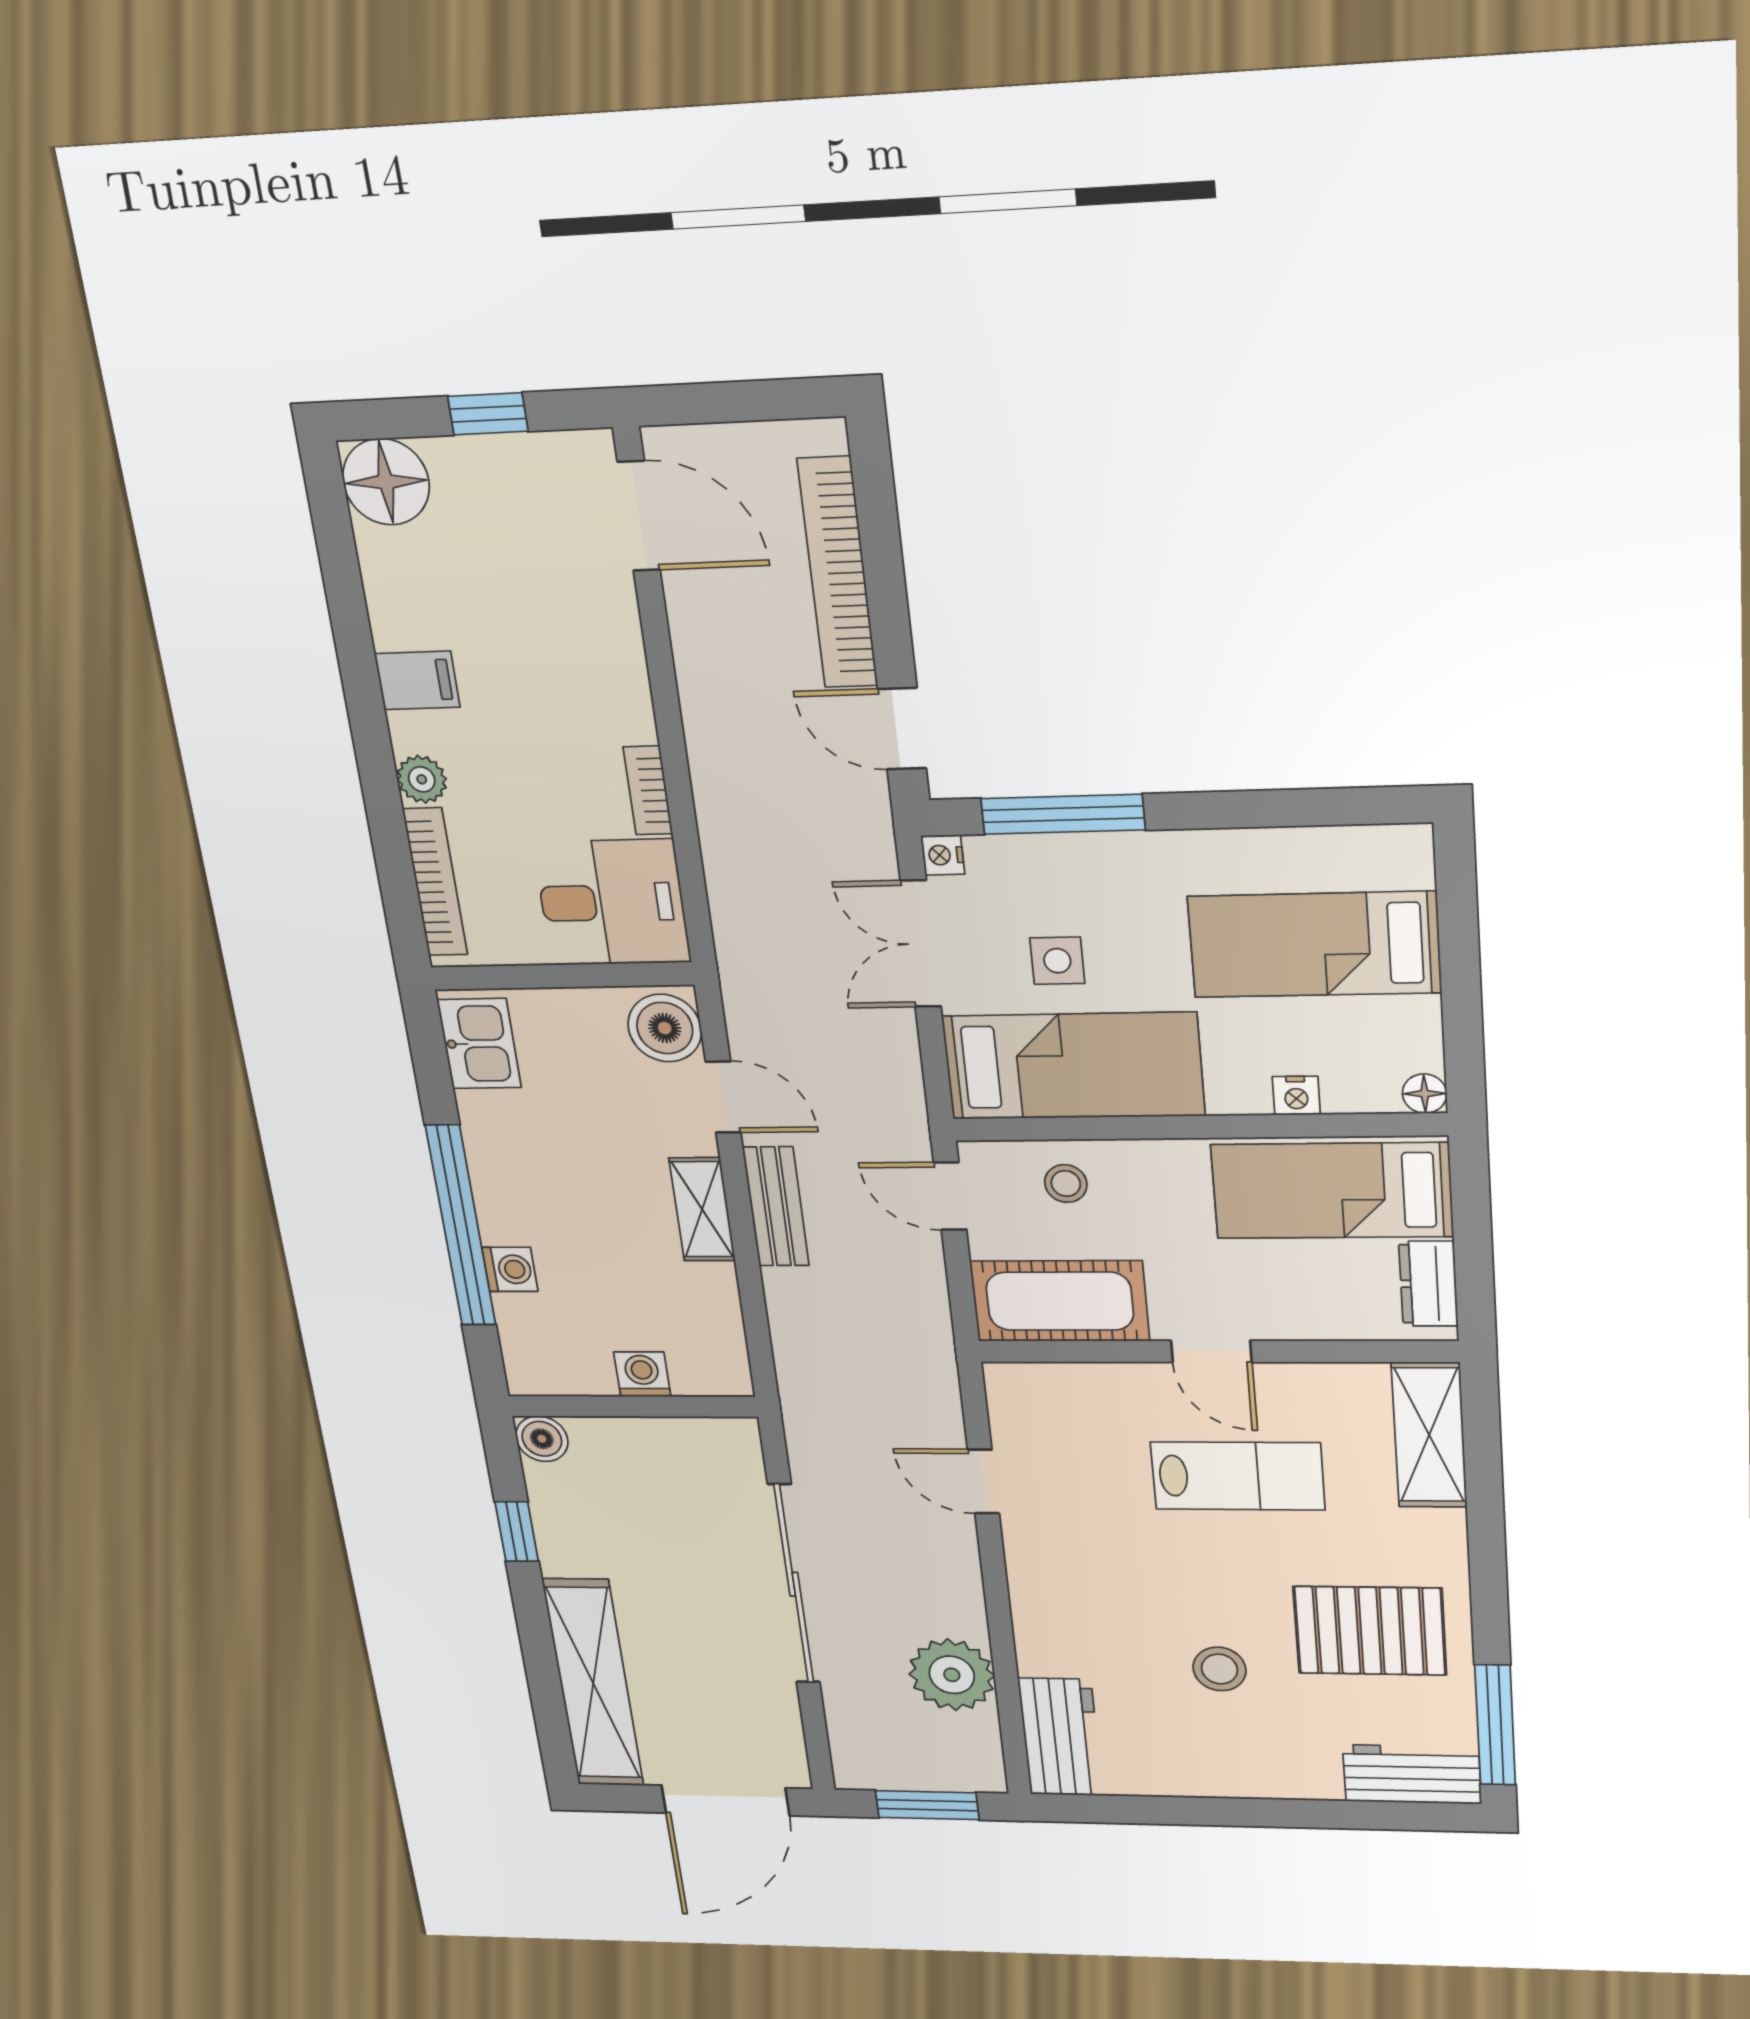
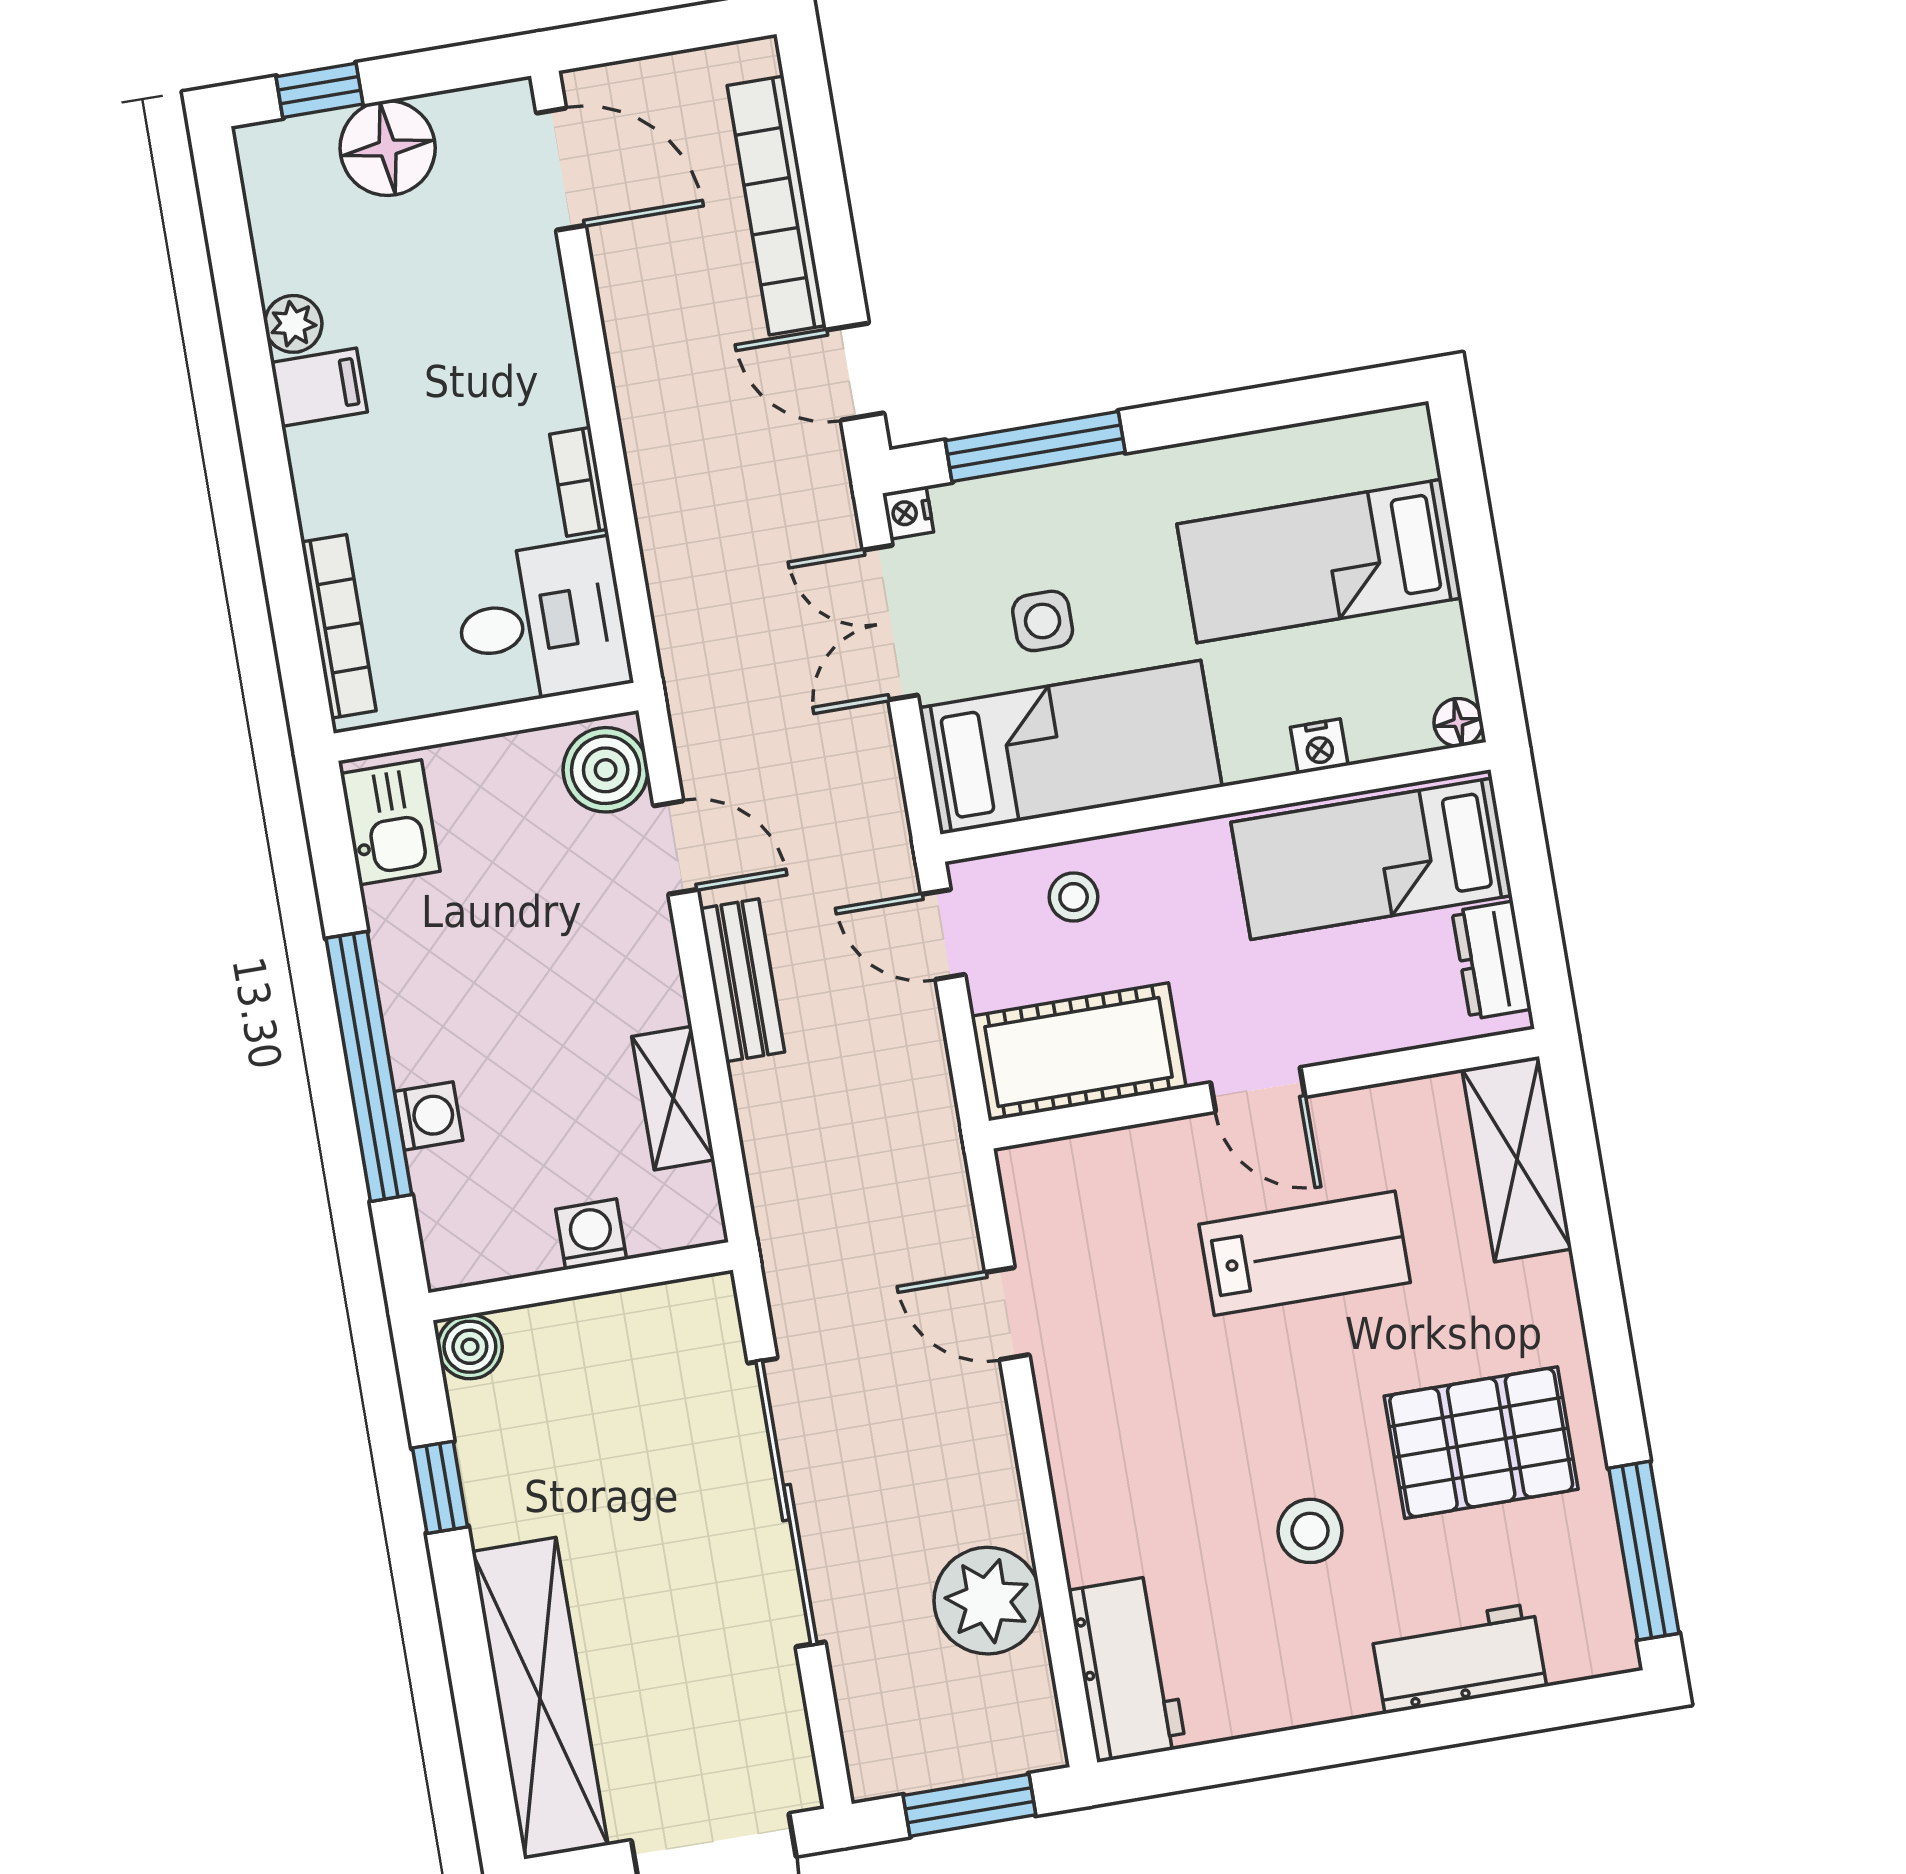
window: (488, 414) -> (319, 90), moved
floor lamp: (386, 482) -> (388, 148), moved
plant: (422, 779) -> (293, 324), moved
shelving: (702, 1209) -> (673, 1098), moved
workbench: (1412, 1774) -> (1459, 1658), moved

